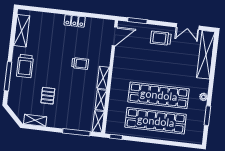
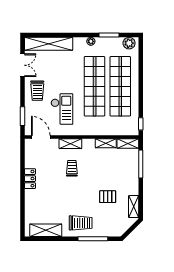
checkout: (140, 60) -> (62, 109), added
shelving: (103, 78) -> (70, 144), moved
plant: (197, 134) -> (129, 43), added

